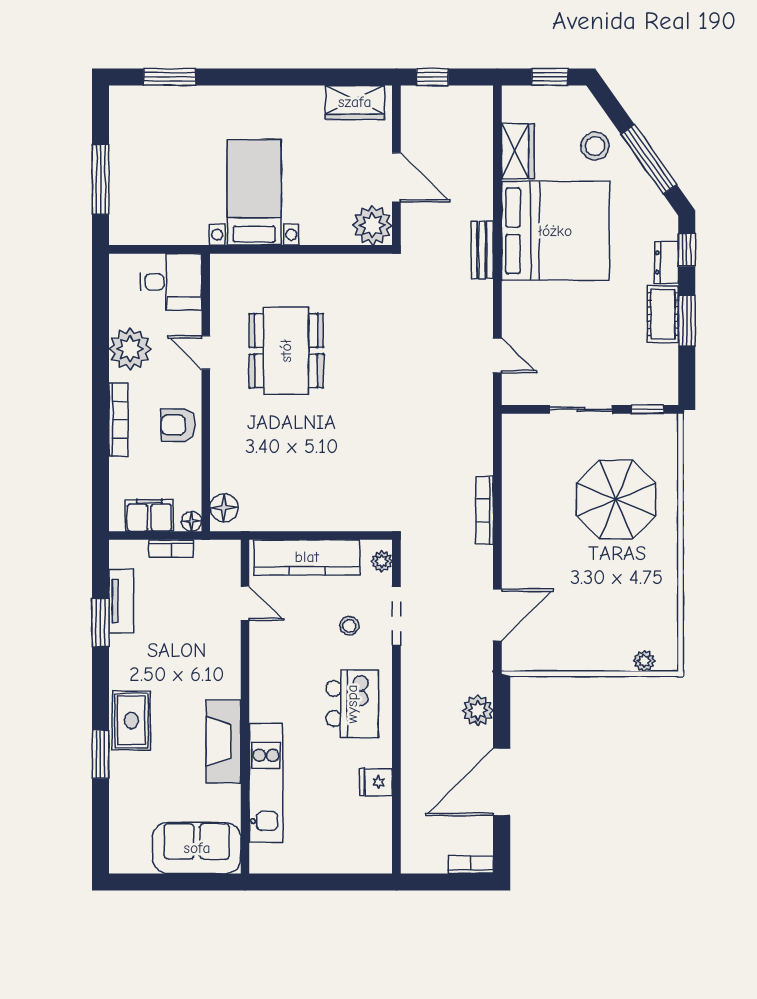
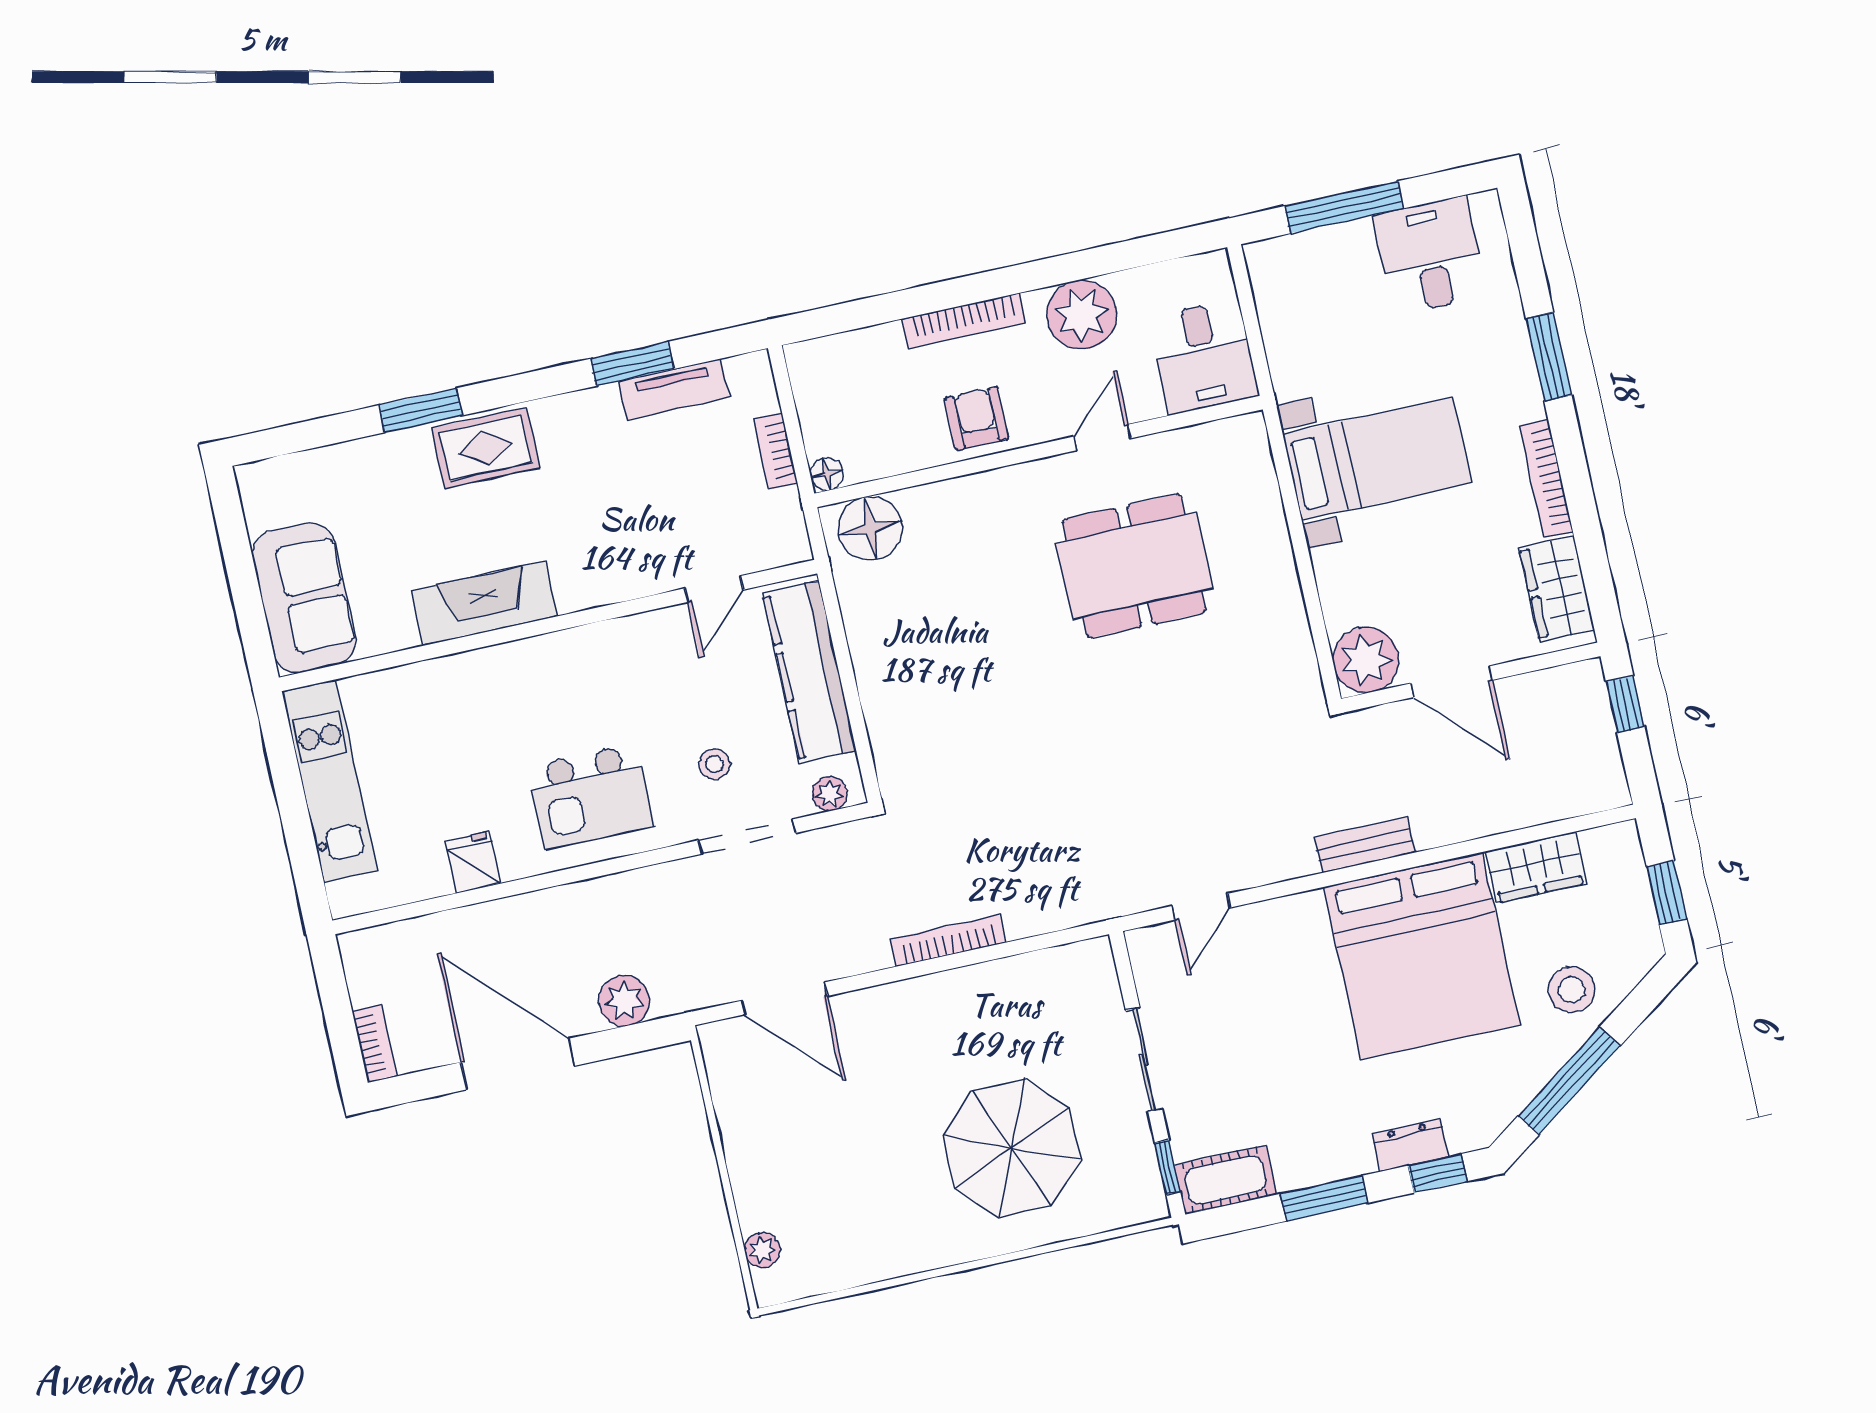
window: (170, 77) -> (1549, 357), moved
bookcase: (288, 94) -> (1546, 478), added
desk: (141, 134) -> (1430, 256), added
door: (396, 177) -> (1451, 682), hinge flipped
cot: (663, 314) -> (1225, 1180), moved
floor lamp: (224, 508) -> (870, 528), width x1.38, depth x1.38
filing cabinet: (149, 515) -> (821, 404), removed
kitchen unit: (266, 783) -> (330, 781), moved, turned -90

